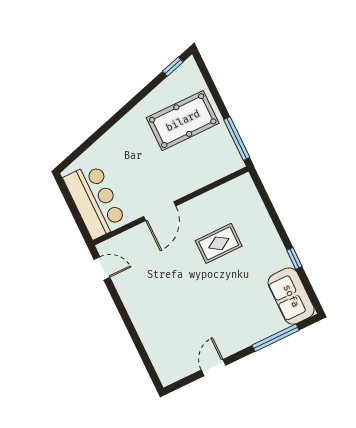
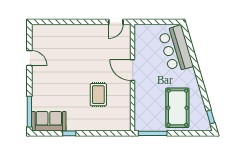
bar counter: (95, 201) -> (176, 49), moved, turned 74
window: (276, 338) -> (29, 112), moved

